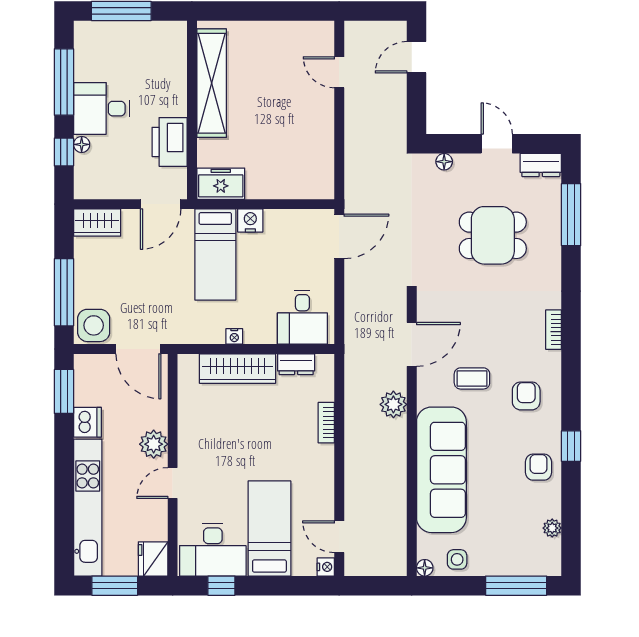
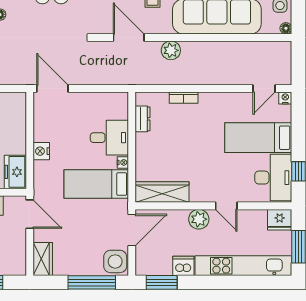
bed: (215, 254) -> (96, 184), moved, turned 180
desk: (302, 317) -> (109, 138), moved
wardrobe: (238, 369) -> (162, 192), moved, turned -90

